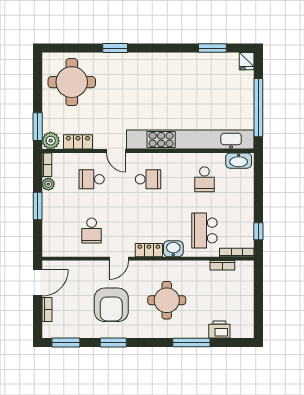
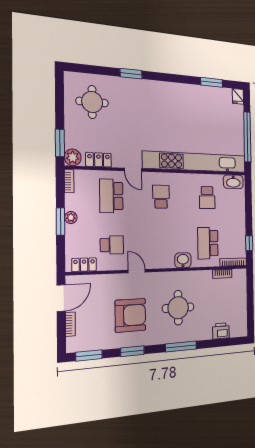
round table: (72, 82) -> (92, 102), width x0.73, depth x0.73
school desk: (92, 179) -> (111, 196), width x1.85
school desk: (148, 179) -> (161, 197), turned -90
plant: (48, 184) -> (71, 218), moved
school desk: (92, 230) -> (112, 245), turned -90
locker: (149, 250) -> (84, 265), moved
door: (119, 259) -> (137, 271), swing flipped
armchair: (111, 305) -> (130, 315), turned -90
window: (191, 343) -> (181, 346), moved

